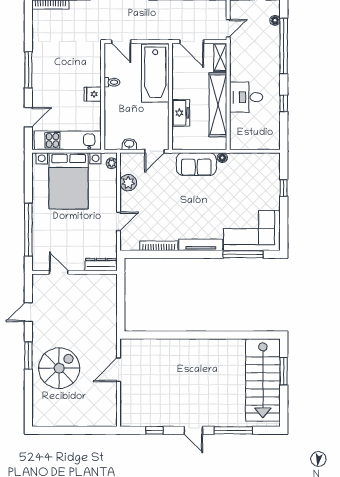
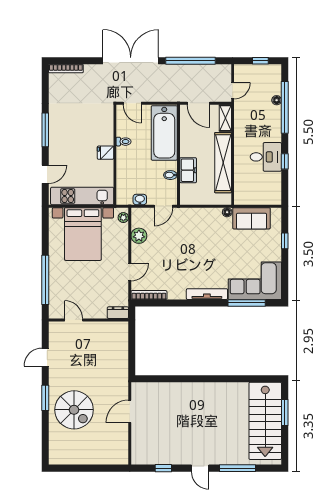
floor lamp: (275, 20) -> (277, 100), moved
desk: (246, 97) -> (266, 157), moved, turned 180
bidet: (162, 118) -> (170, 175), added
sofa: (196, 164) -> (251, 218), moved
bookcase: (159, 246) -> (149, 295), moved
dresser: (101, 265) -> (118, 313), width x0.70
spiral stairs: (59, 368) -> (74, 410), turned 90

